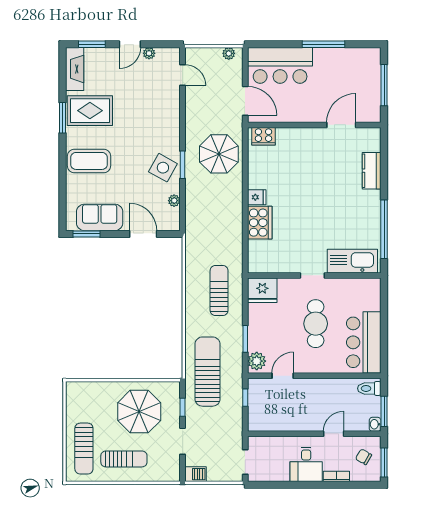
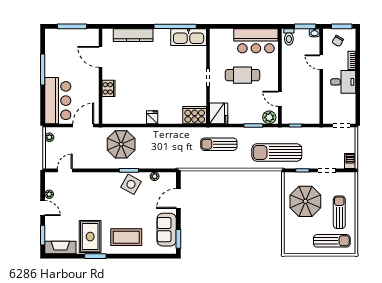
cooker: (263, 136) -> (108, 88), moved
coffee table: (89, 161) -> (126, 237), turned 90
kitchen counter: (372, 171) -> (133, 35), width x1.50
cooker: (260, 223) -> (195, 115), moved
kitchen sink: (352, 261) -> (189, 37), moved, turned -90

